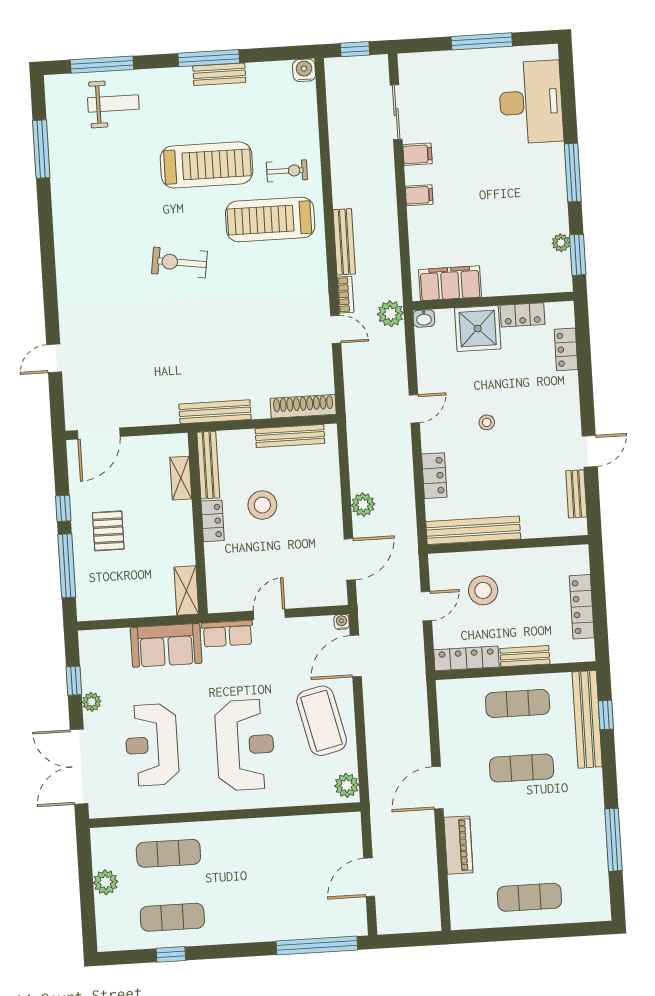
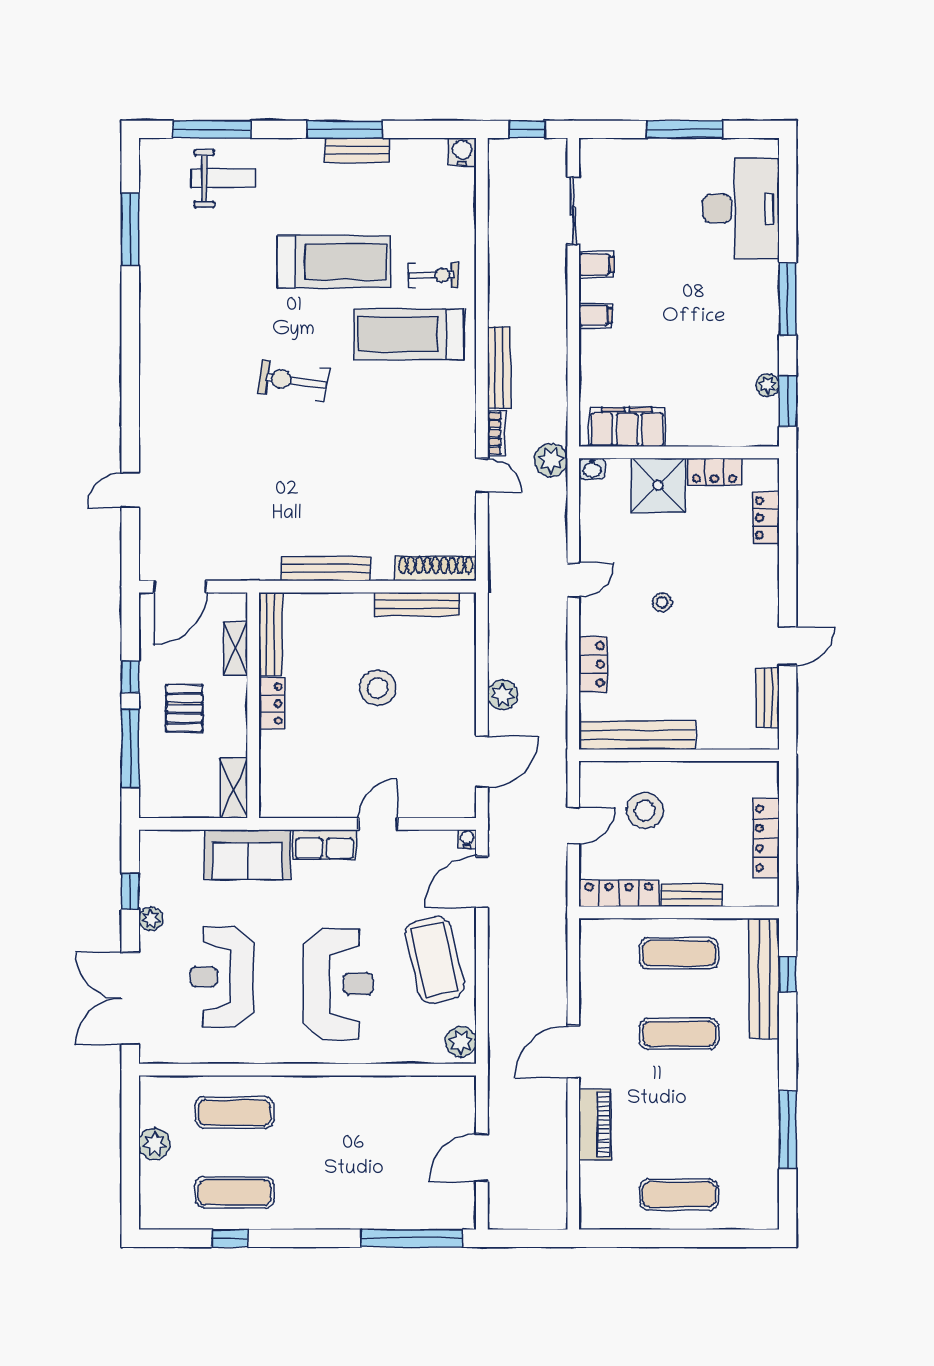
bench: (208, 465) -> (271, 634), moved
shelving: (181, 478) -> (235, 648), moved
locker: (213, 521) -> (272, 704), moved
wall: (198, 523) -> (253, 705), moved
shelving: (186, 590) -> (234, 788), moved

